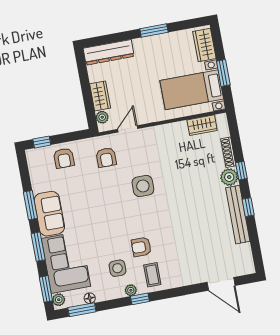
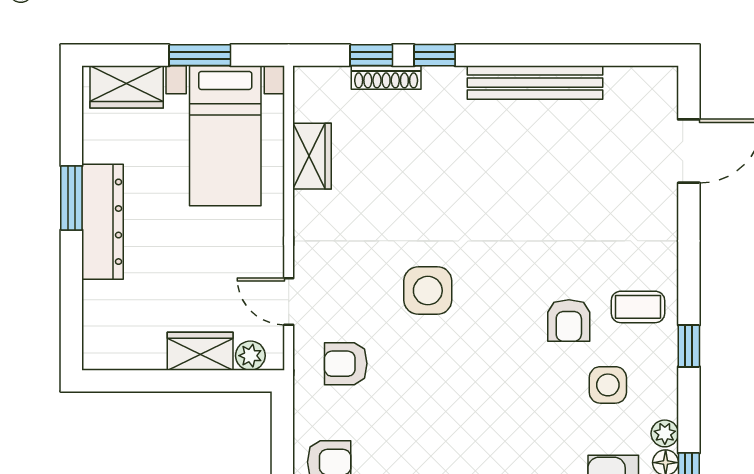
dresser: (109, 52) -> (102, 222), moved
wardrobe: (202, 125) -> (312, 156), moved
armchair: (106, 157) -> (346, 364), turned 180
plant: (229, 177) -> (444, 86), removed
window: (248, 207) -> (371, 55), moved
plant: (131, 290) -> (665, 433), moved

